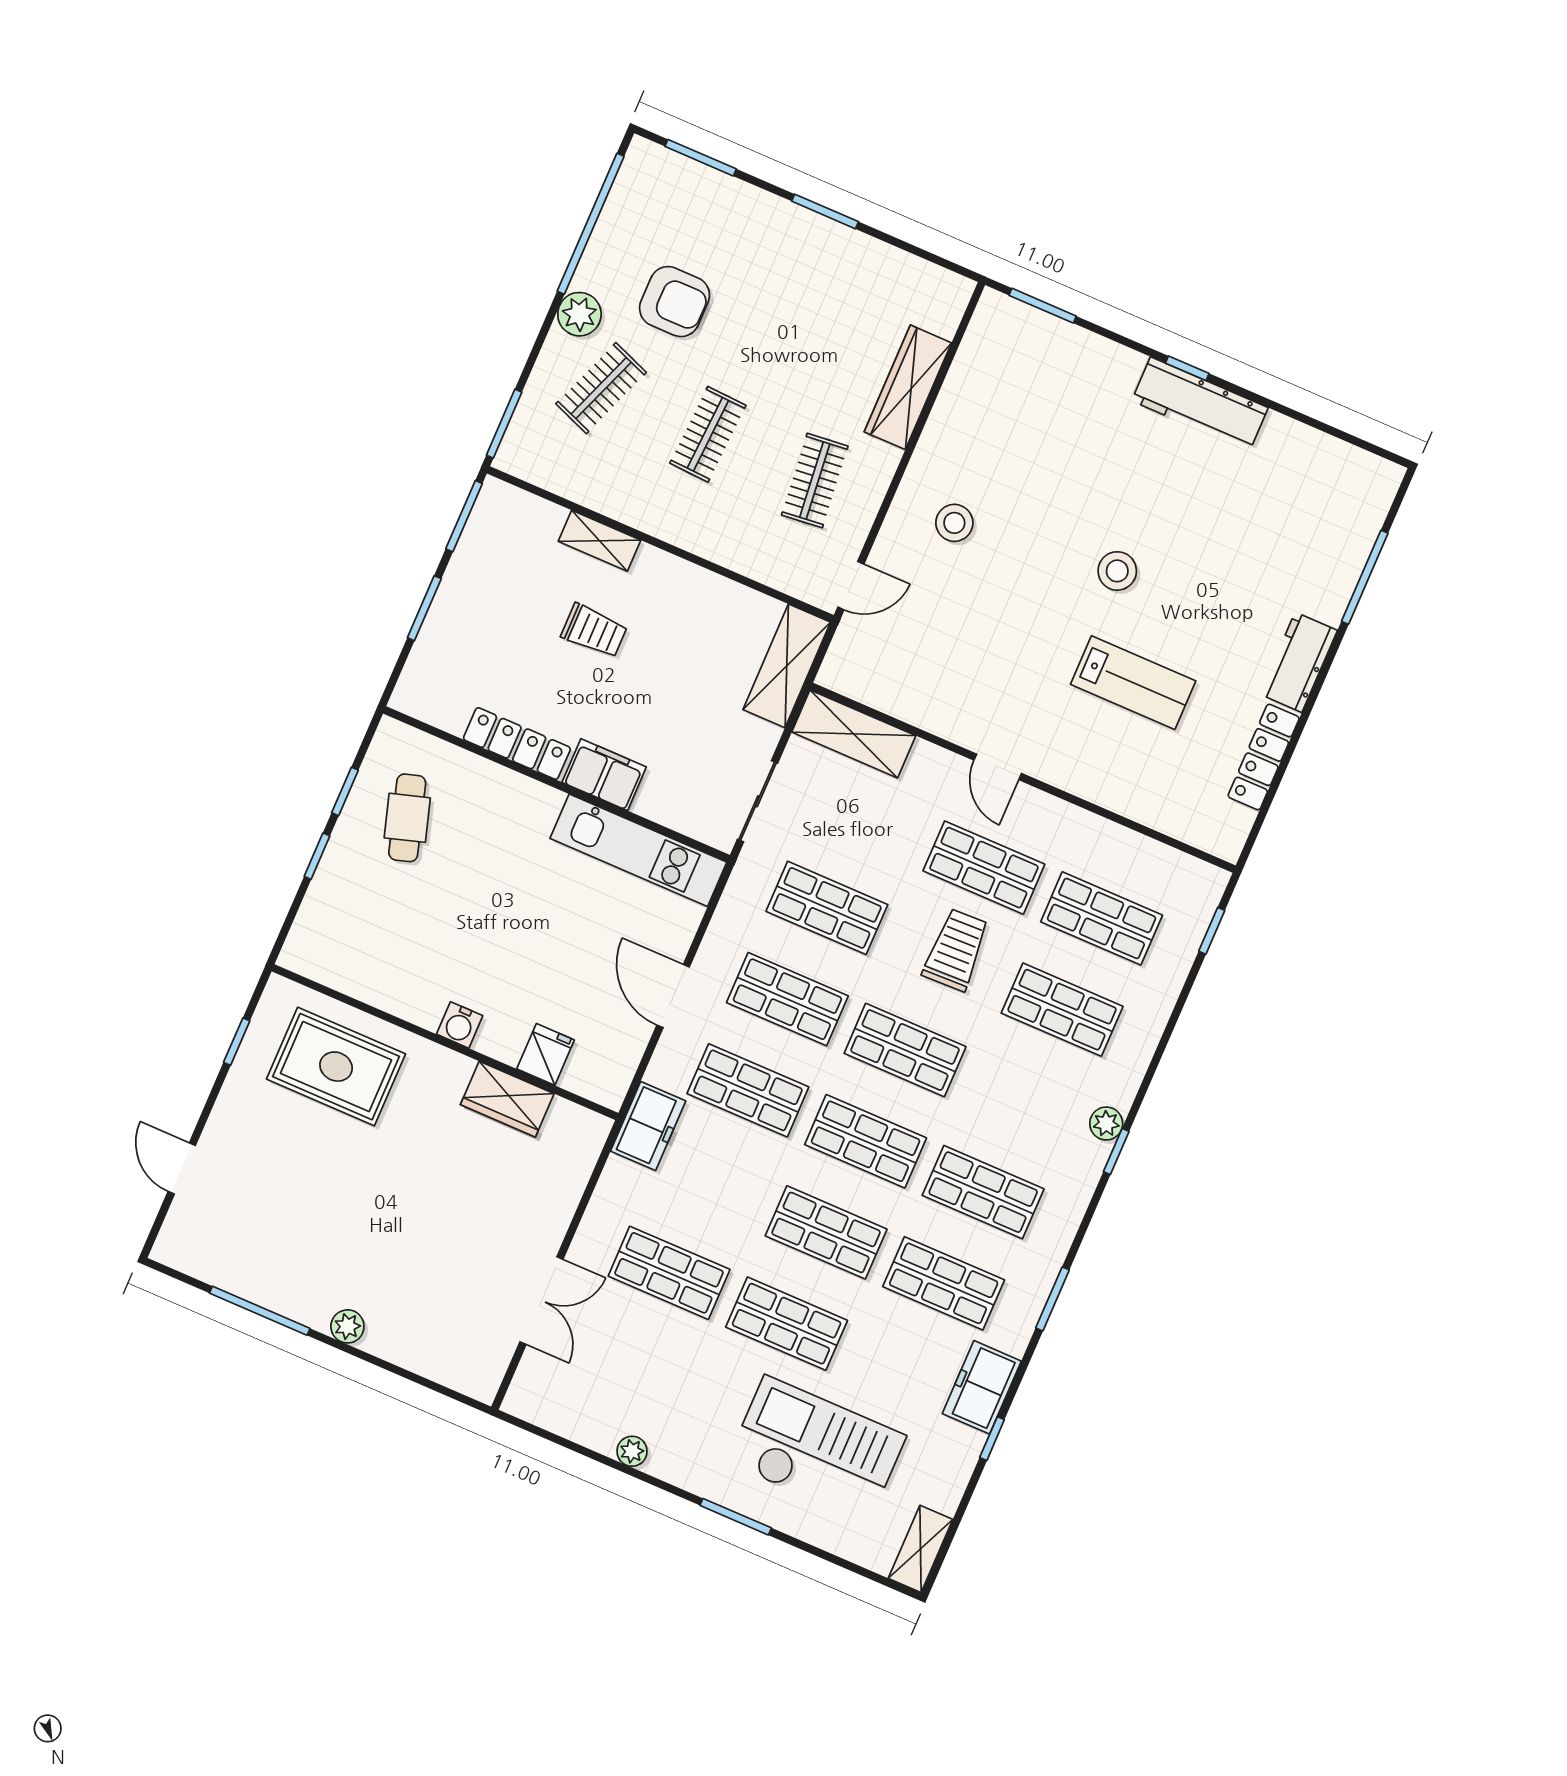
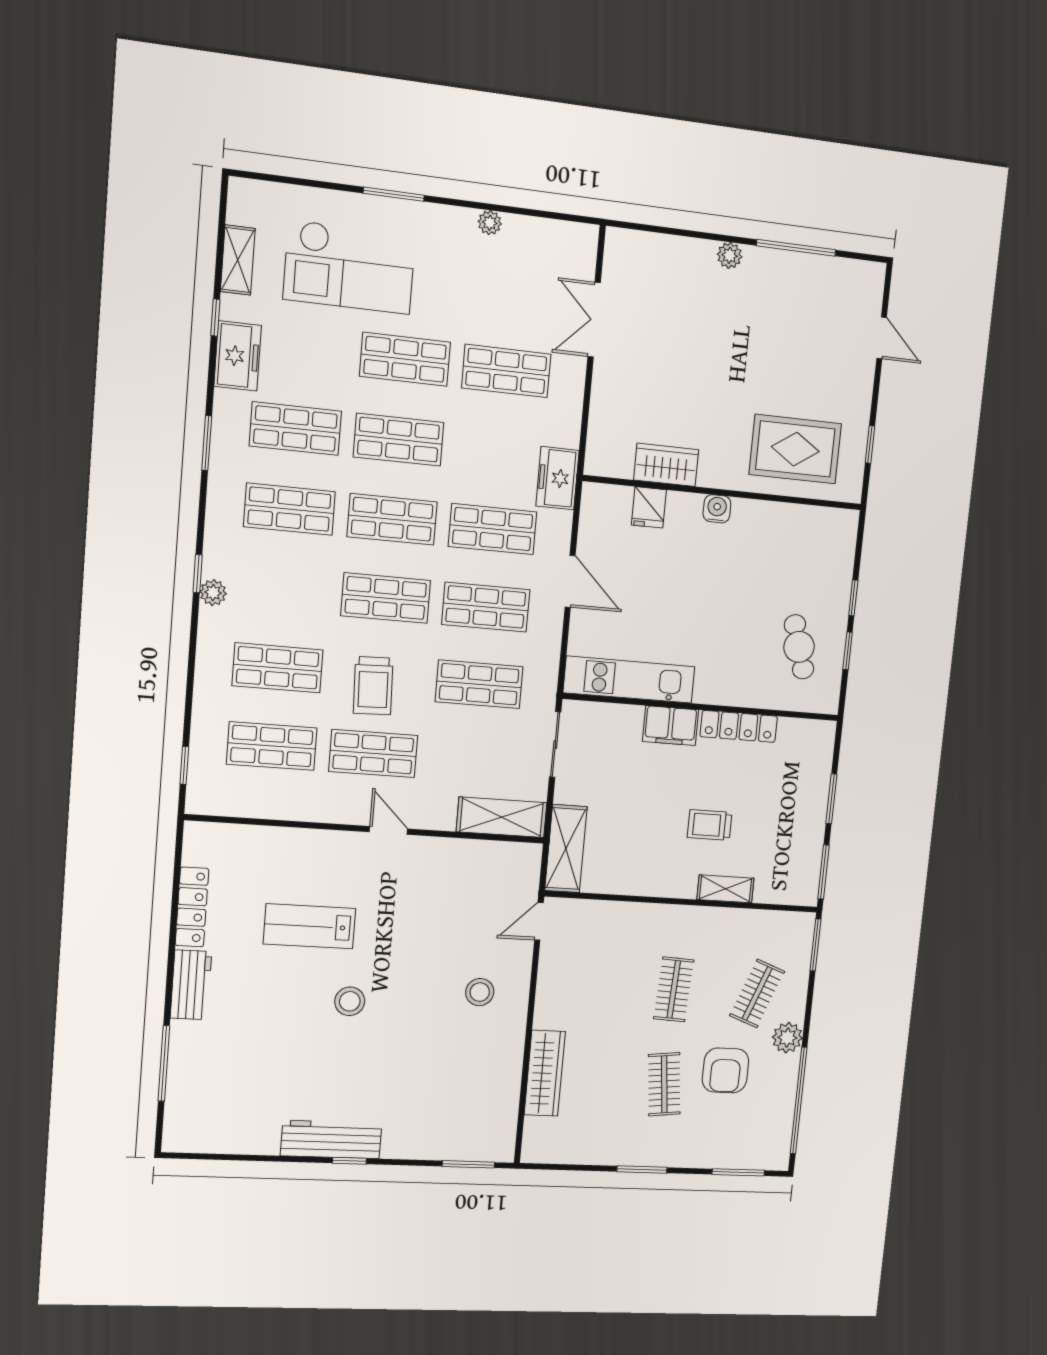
armchair: (675, 302) -> (725, 1070), turned -90
clothes rail: (815, 481) -> (664, 1084), moved
shelving: (920, 1549) -> (238, 260), moved

